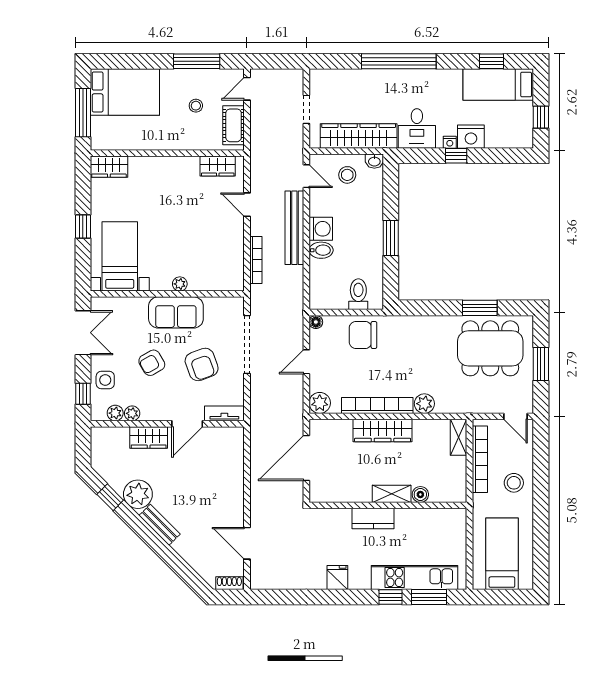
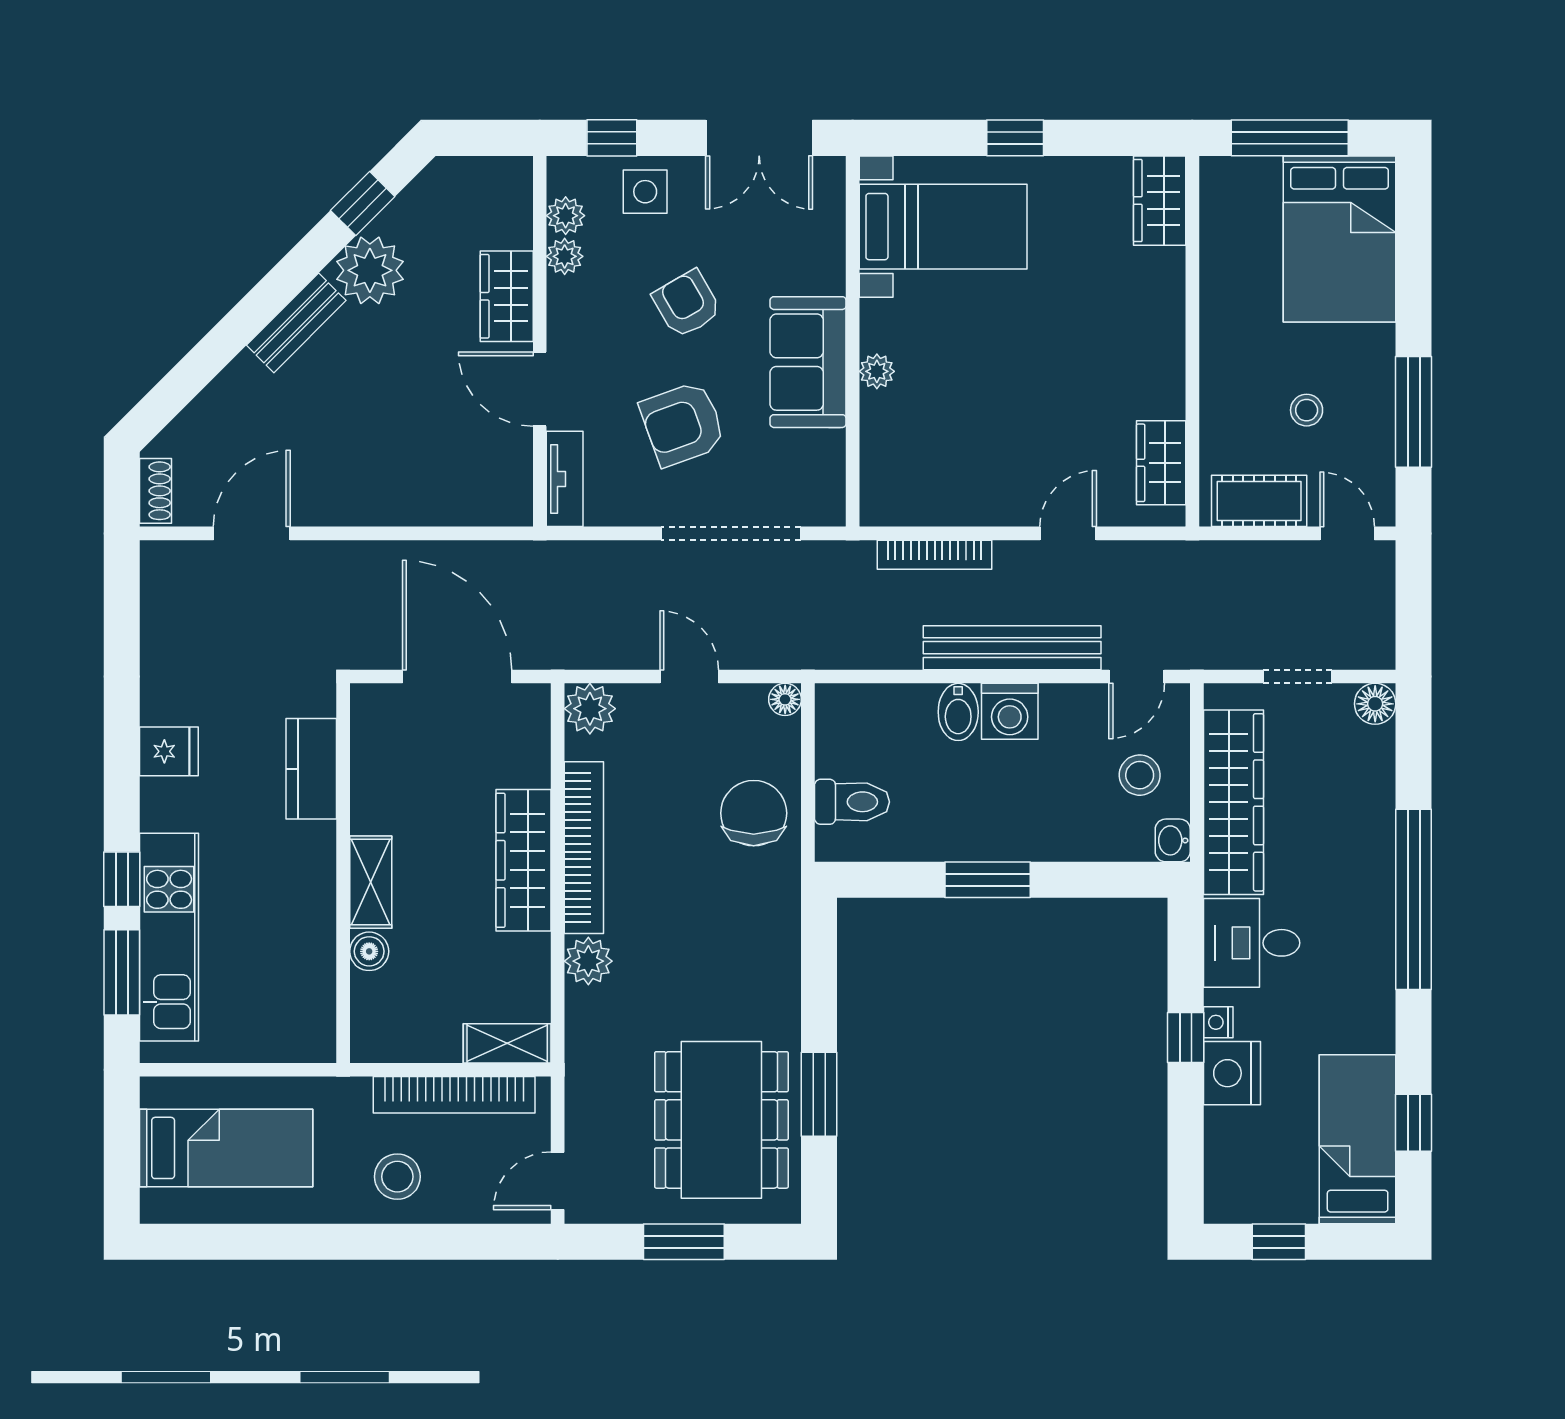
floor lamp: (318, 77) -> (1375, 704), added
kitchen counter: (373, 519) -> (311, 769), moved

